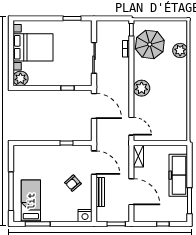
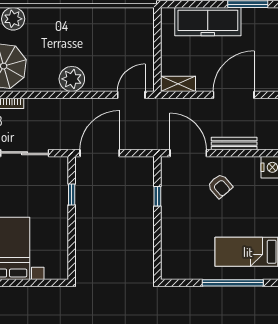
plant: (20, 78) -> (57, 268), removed
door: (94, 163) -> (188, 153), hinge flipped

